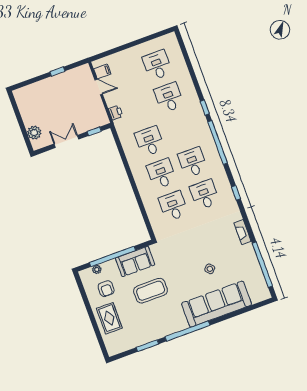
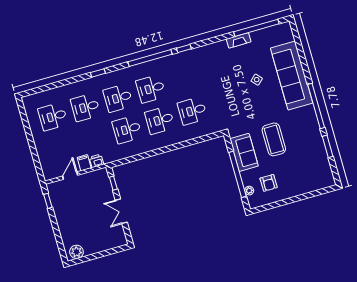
filing cabinet: (102, 71) -> (84, 163), moved
window: (57, 72) -> (48, 201), moved
plant: (34, 133) -> (76, 252), moved
window: (218, 142) -> (150, 58), moved
desk: (205, 195) -> (118, 98), moved
fireplace: (242, 232) -> (239, 40), moved
armchair: (106, 289) -> (269, 183), turned 90
rug: (109, 318) -> (298, 182), removed

